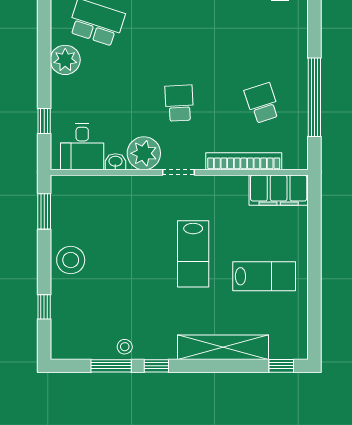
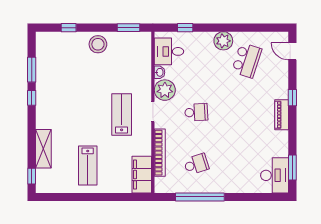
lab bench: (193, 254) -> (122, 114), moved, turned 90
stool: (125, 347) -> (44, 78), removed
shelving: (223, 347) -> (43, 149), width x0.68

